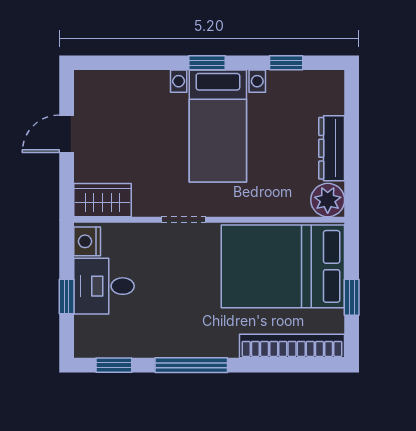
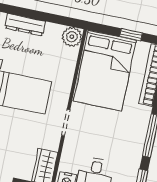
dresser: (332, 148) -> (25, 25), moved

